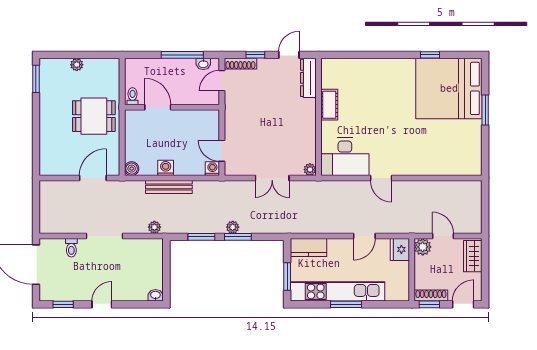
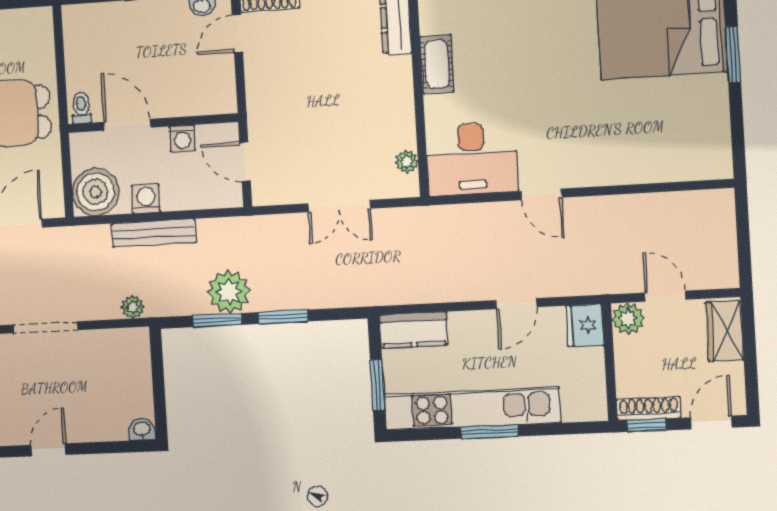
toilet: (133, 96) -> (81, 108), moved
door: (158, 107) -> (127, 125), moved
wall: (172, 107) -> (153, 123), moved
boiler: (132, 169) -> (96, 192), width x1.86, depth x1.86
washing machine: (212, 169) -> (182, 138), moved, turned 180
plant: (310, 170) -> (407, 162), moved
plant: (233, 227) -> (229, 292), moved, width x1.88, depth x1.88

